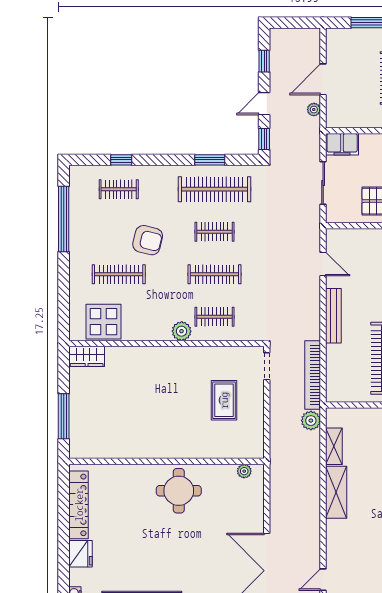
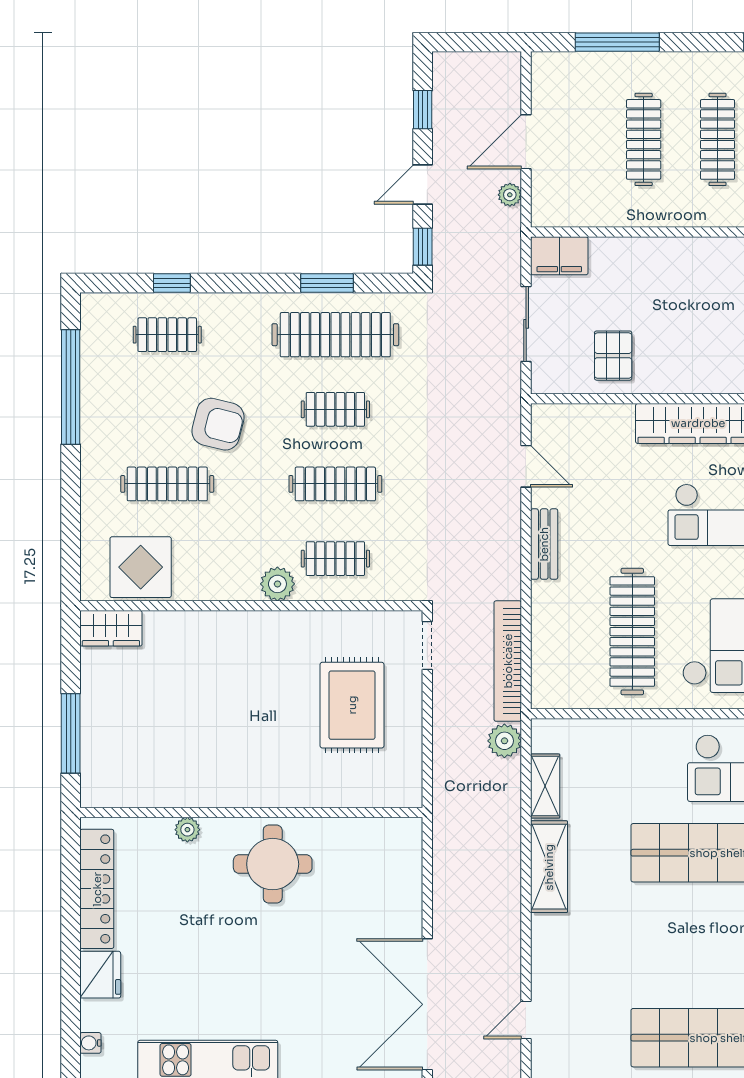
bench: (333, 316) -> (544, 544), width x0.73
rug: (224, 400) -> (352, 705), width x1.36, depth x1.43
plant: (244, 471) -> (187, 830), moved

